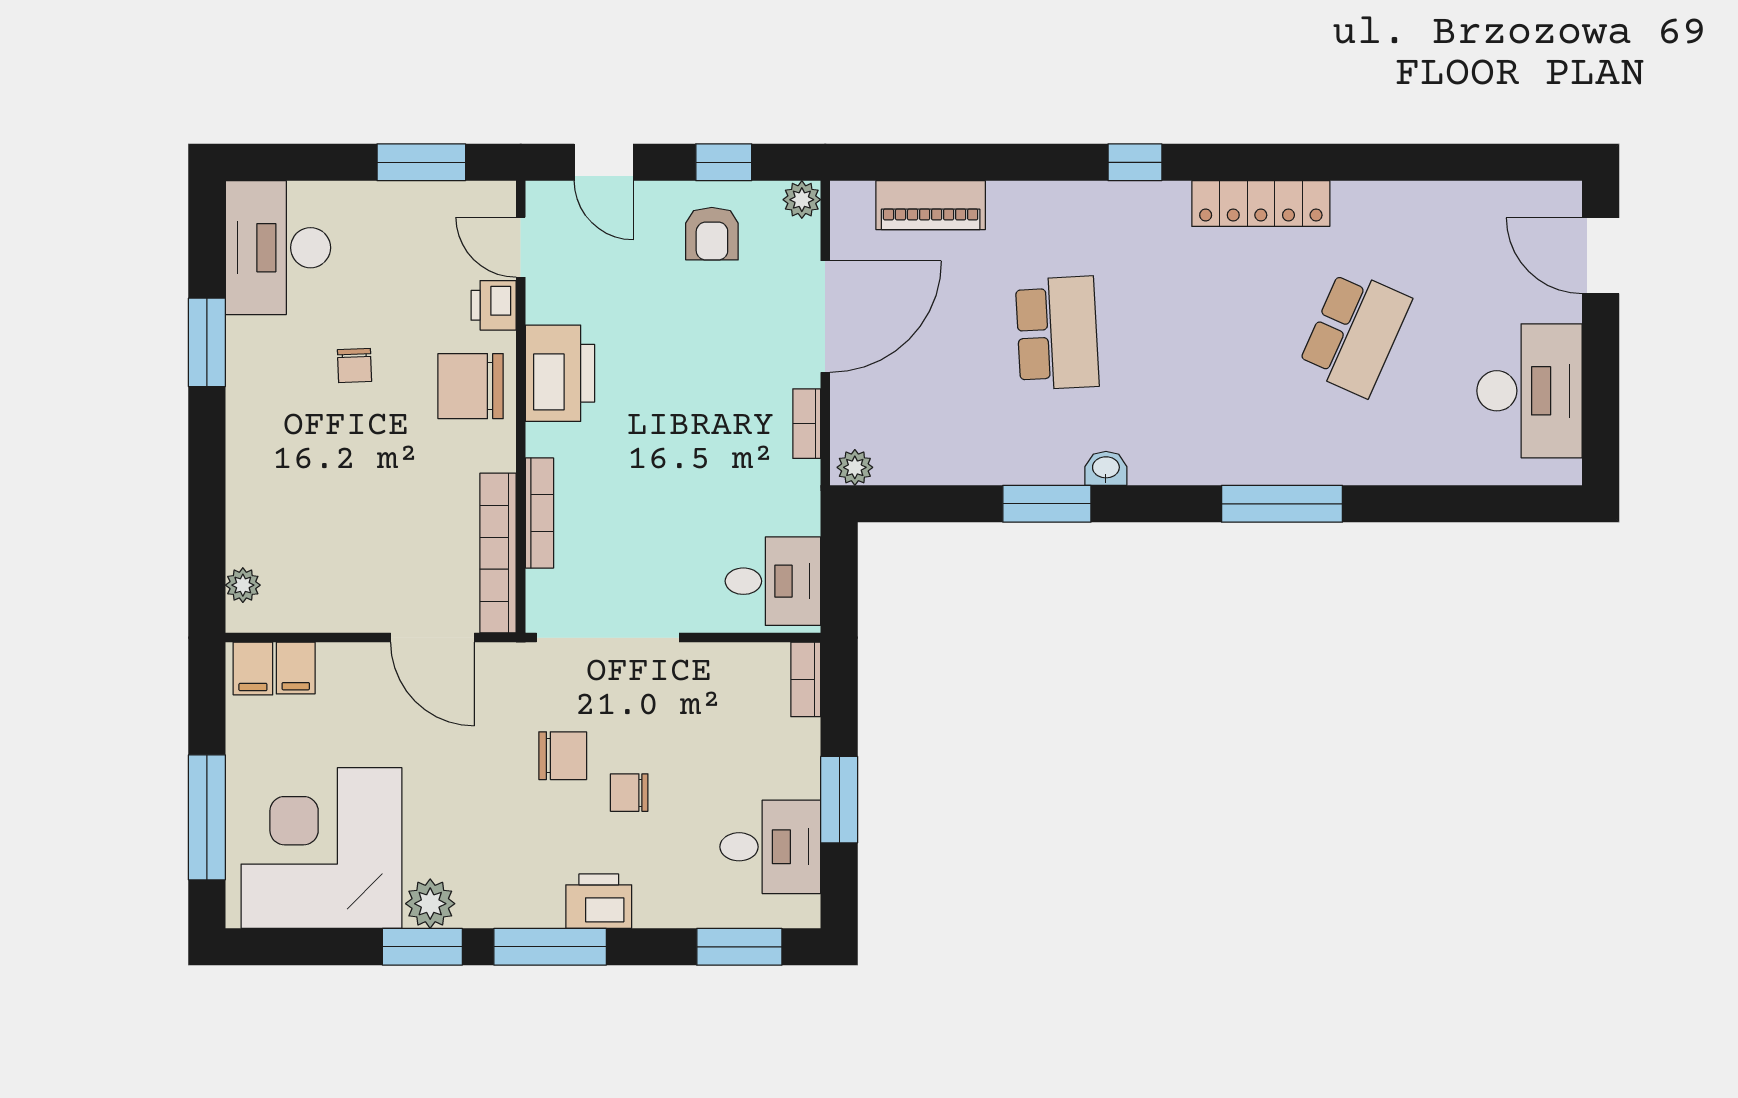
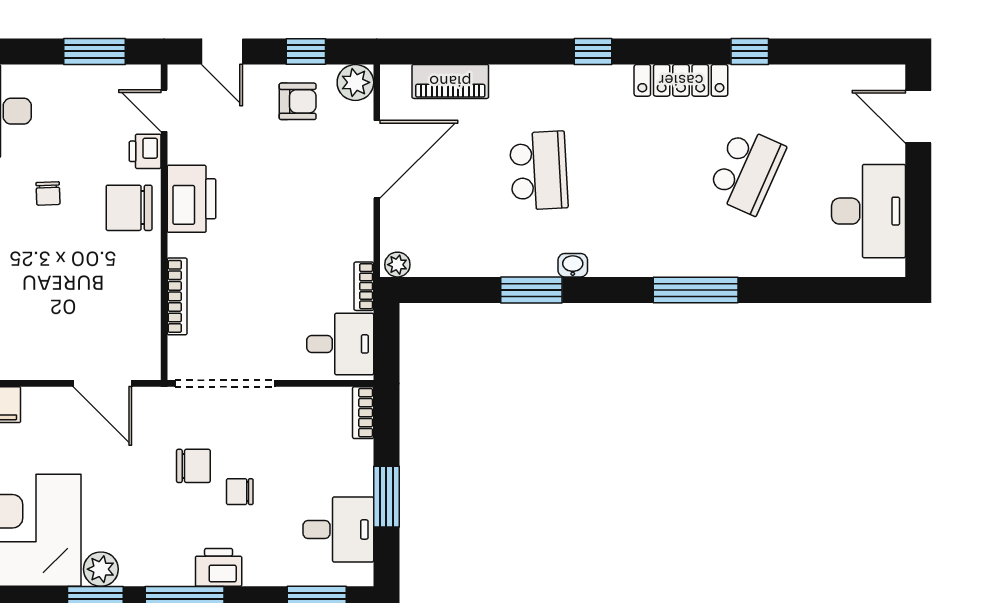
window: (1359, 162) -> (750, 51), added
plant: (802, 200) -> (355, 82), width x1.38, depth x1.38
armchair: (712, 234) -> (298, 101), turned -90
bookcase: (807, 424) -> (364, 286), moved
bookcase: (498, 553) -> (148, 324), removed

